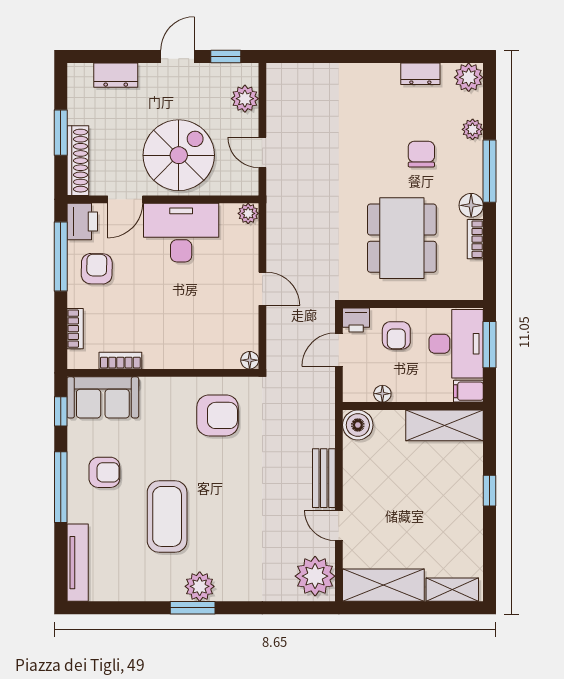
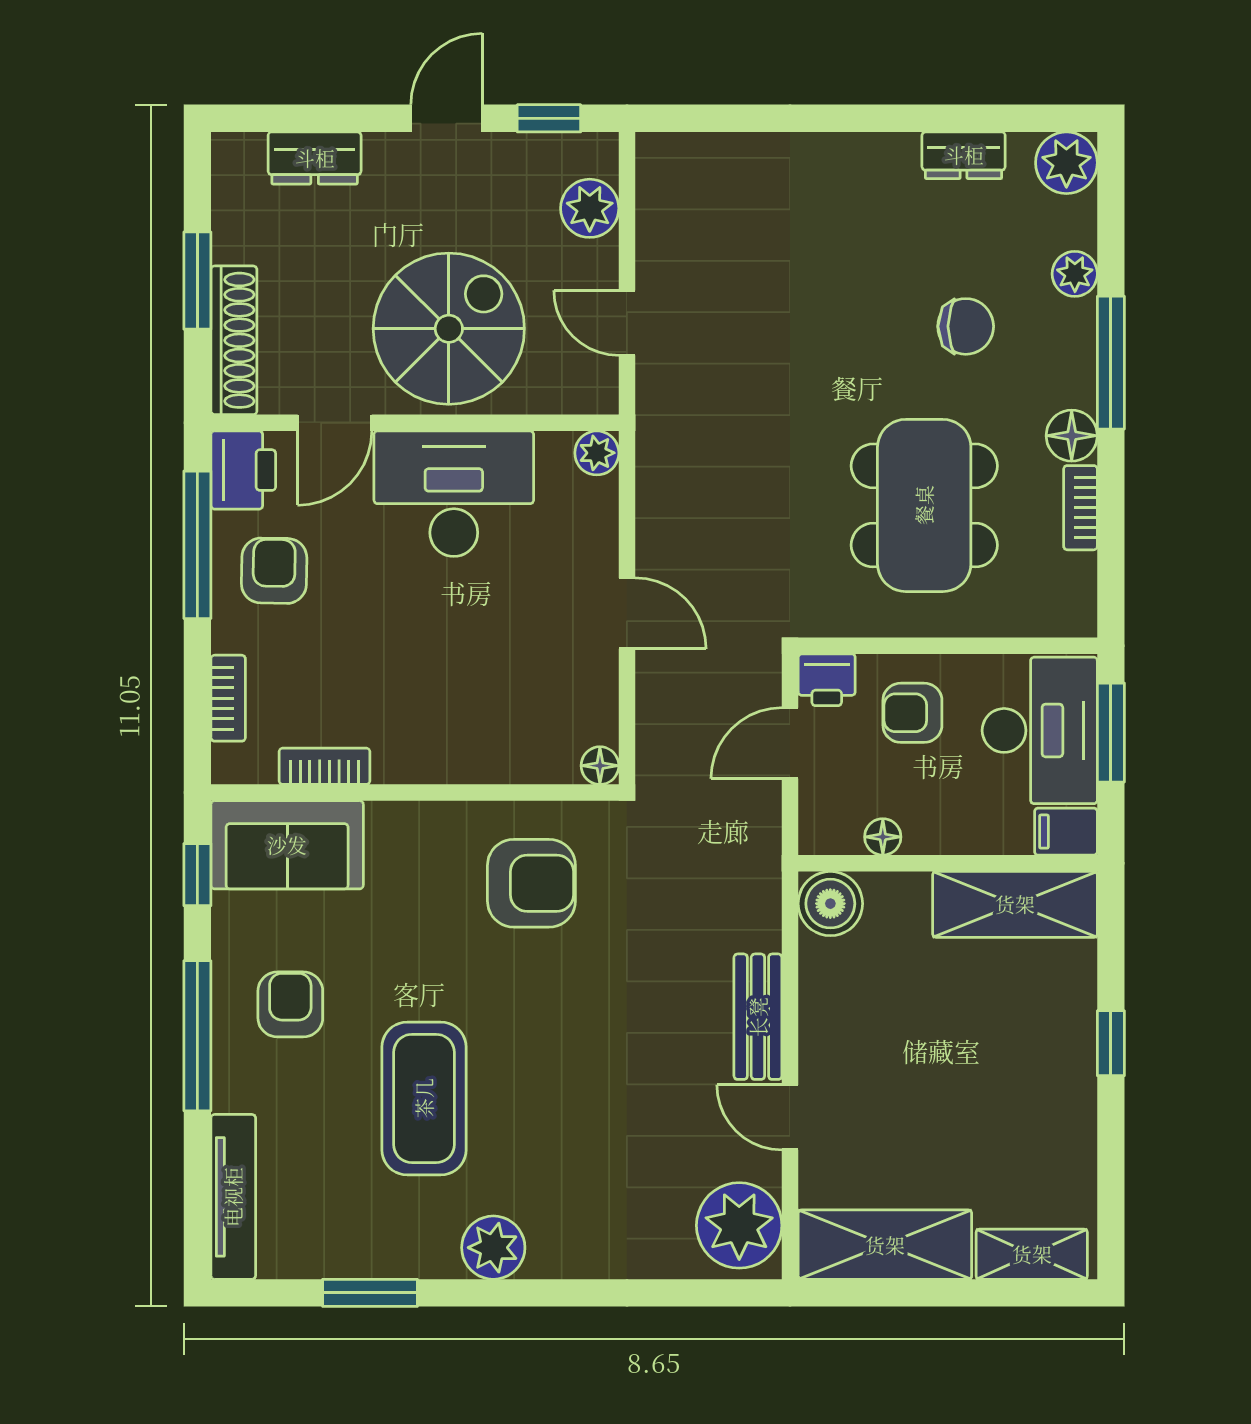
chair: (421, 154) -> (966, 326), turned 90
armchair: (396, 335) -> (912, 713), turned 90
armchair: (104, 472) -> (290, 1004), turned -90
window: (193, 608) -> (370, 1293), moved

